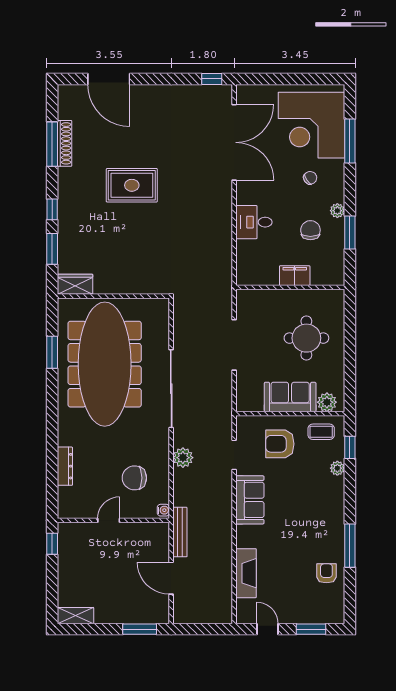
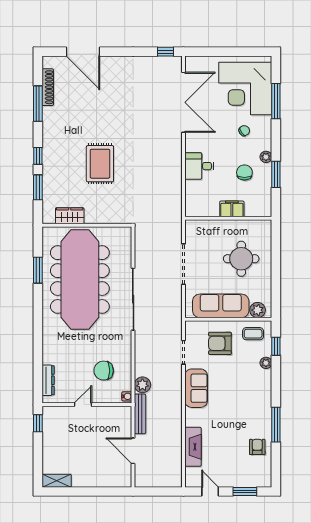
shoe rack: (64, 143) -> (48, 87), moved
rug: (132, 185) -> (100, 164), moved, turned 90
wardrobe: (75, 284) -> (70, 216), moved
sofa: (290, 397) -> (221, 306), width x1.36
plant: (183, 458) -> (142, 385), moved
dresser: (65, 466) -> (48, 380), moved
window: (140, 629) -> (108, 491), removed

